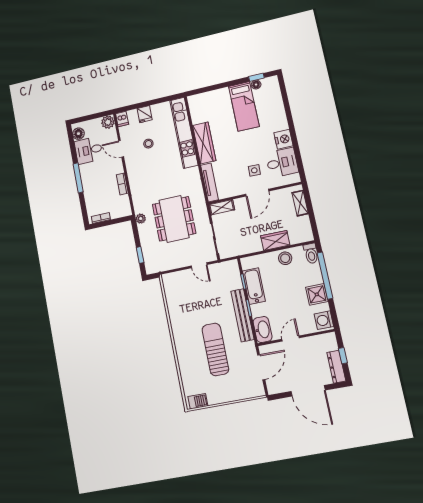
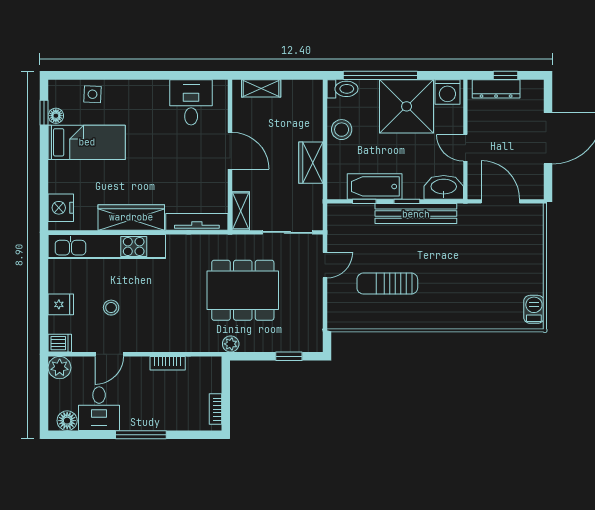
nightstand: (283, 139) -> (61, 208), moved, turned -90
side table: (254, 170) -> (92, 94), moved
wardrobe: (275, 240) -> (311, 163), moved
shower: (317, 294) -> (407, 106), width x1.86, depth x1.86
sun lounger: (215, 349) -> (387, 284), moved, width x0.73, depth x0.75
dresser: (336, 367) -> (496, 89), moved

